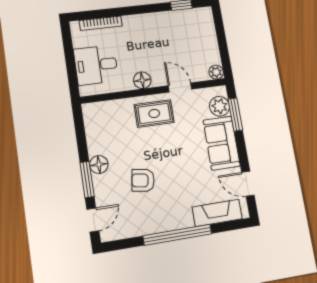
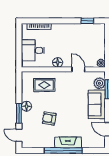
rug: (154, 113) -> (44, 85), moved
fireplace: (217, 213) -> (68, 142), moved
door: (93, 220) -> (19, 135), swing flipped

